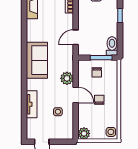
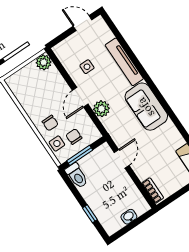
door: (76, 95) -> (80, 97), hinge flipped
chair: (99, 100) -> (50, 123), moved
tv unit: (32, 104) -> (124, 62), width x1.41
side table: (111, 132) -> (57, 143), moved

